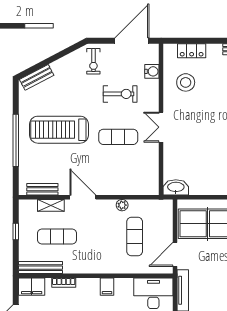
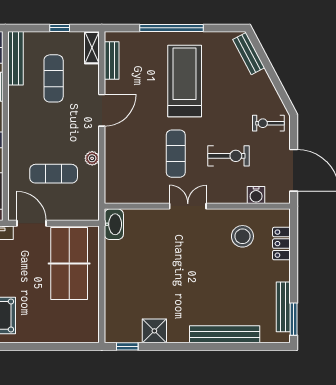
exercise bike: (120, 94) -> (228, 156), turned -90
shelving: (51, 205) -> (92, 48), moved

